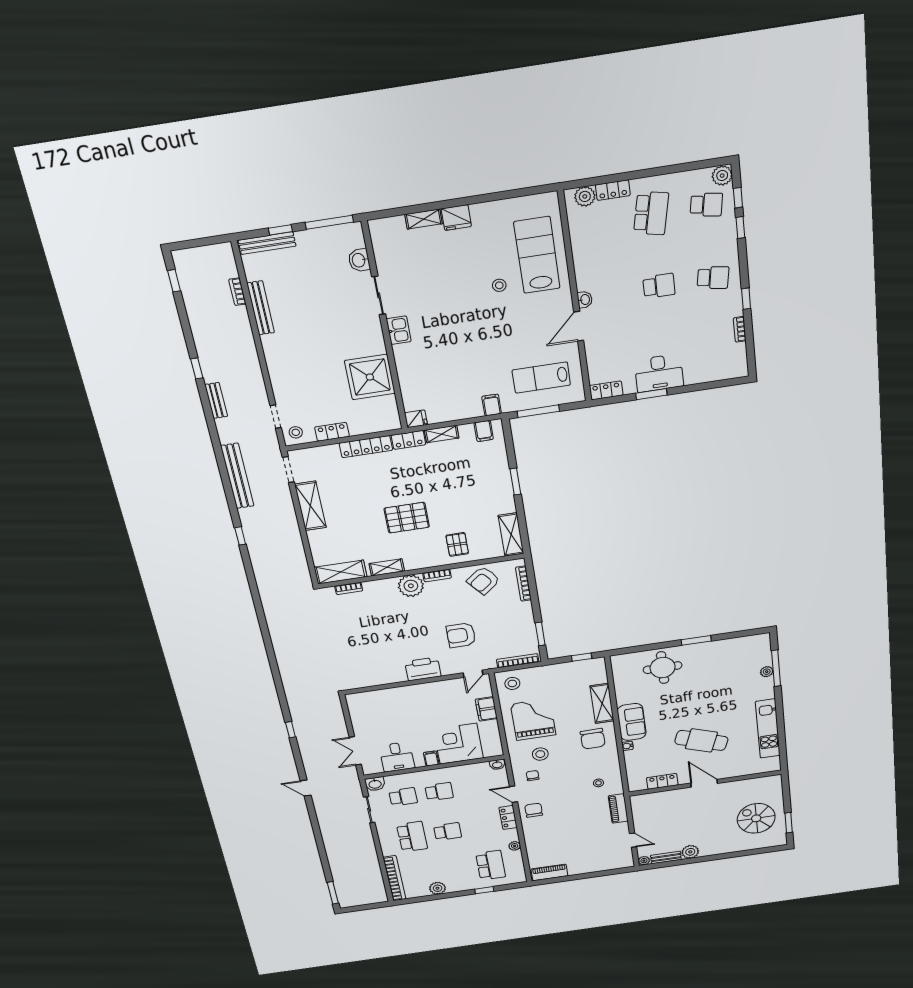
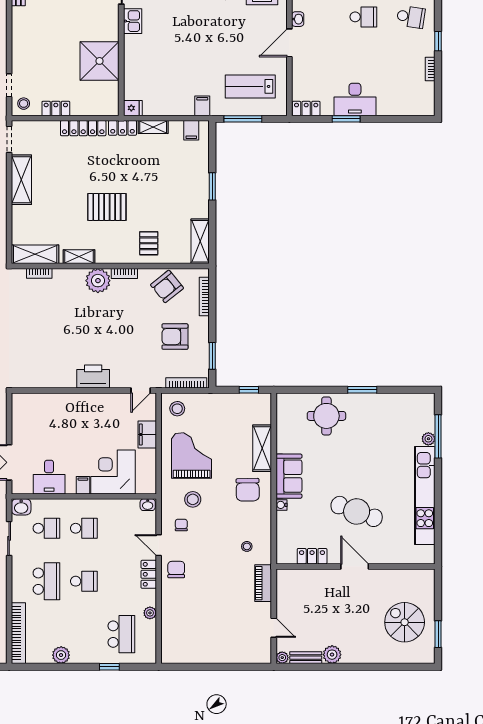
armchair: (461, 635) -> (175, 337), moved
kitchen unit: (768, 729) -> (425, 496), width x1.36
piano: (549, 872) -> (181, 655), removed

